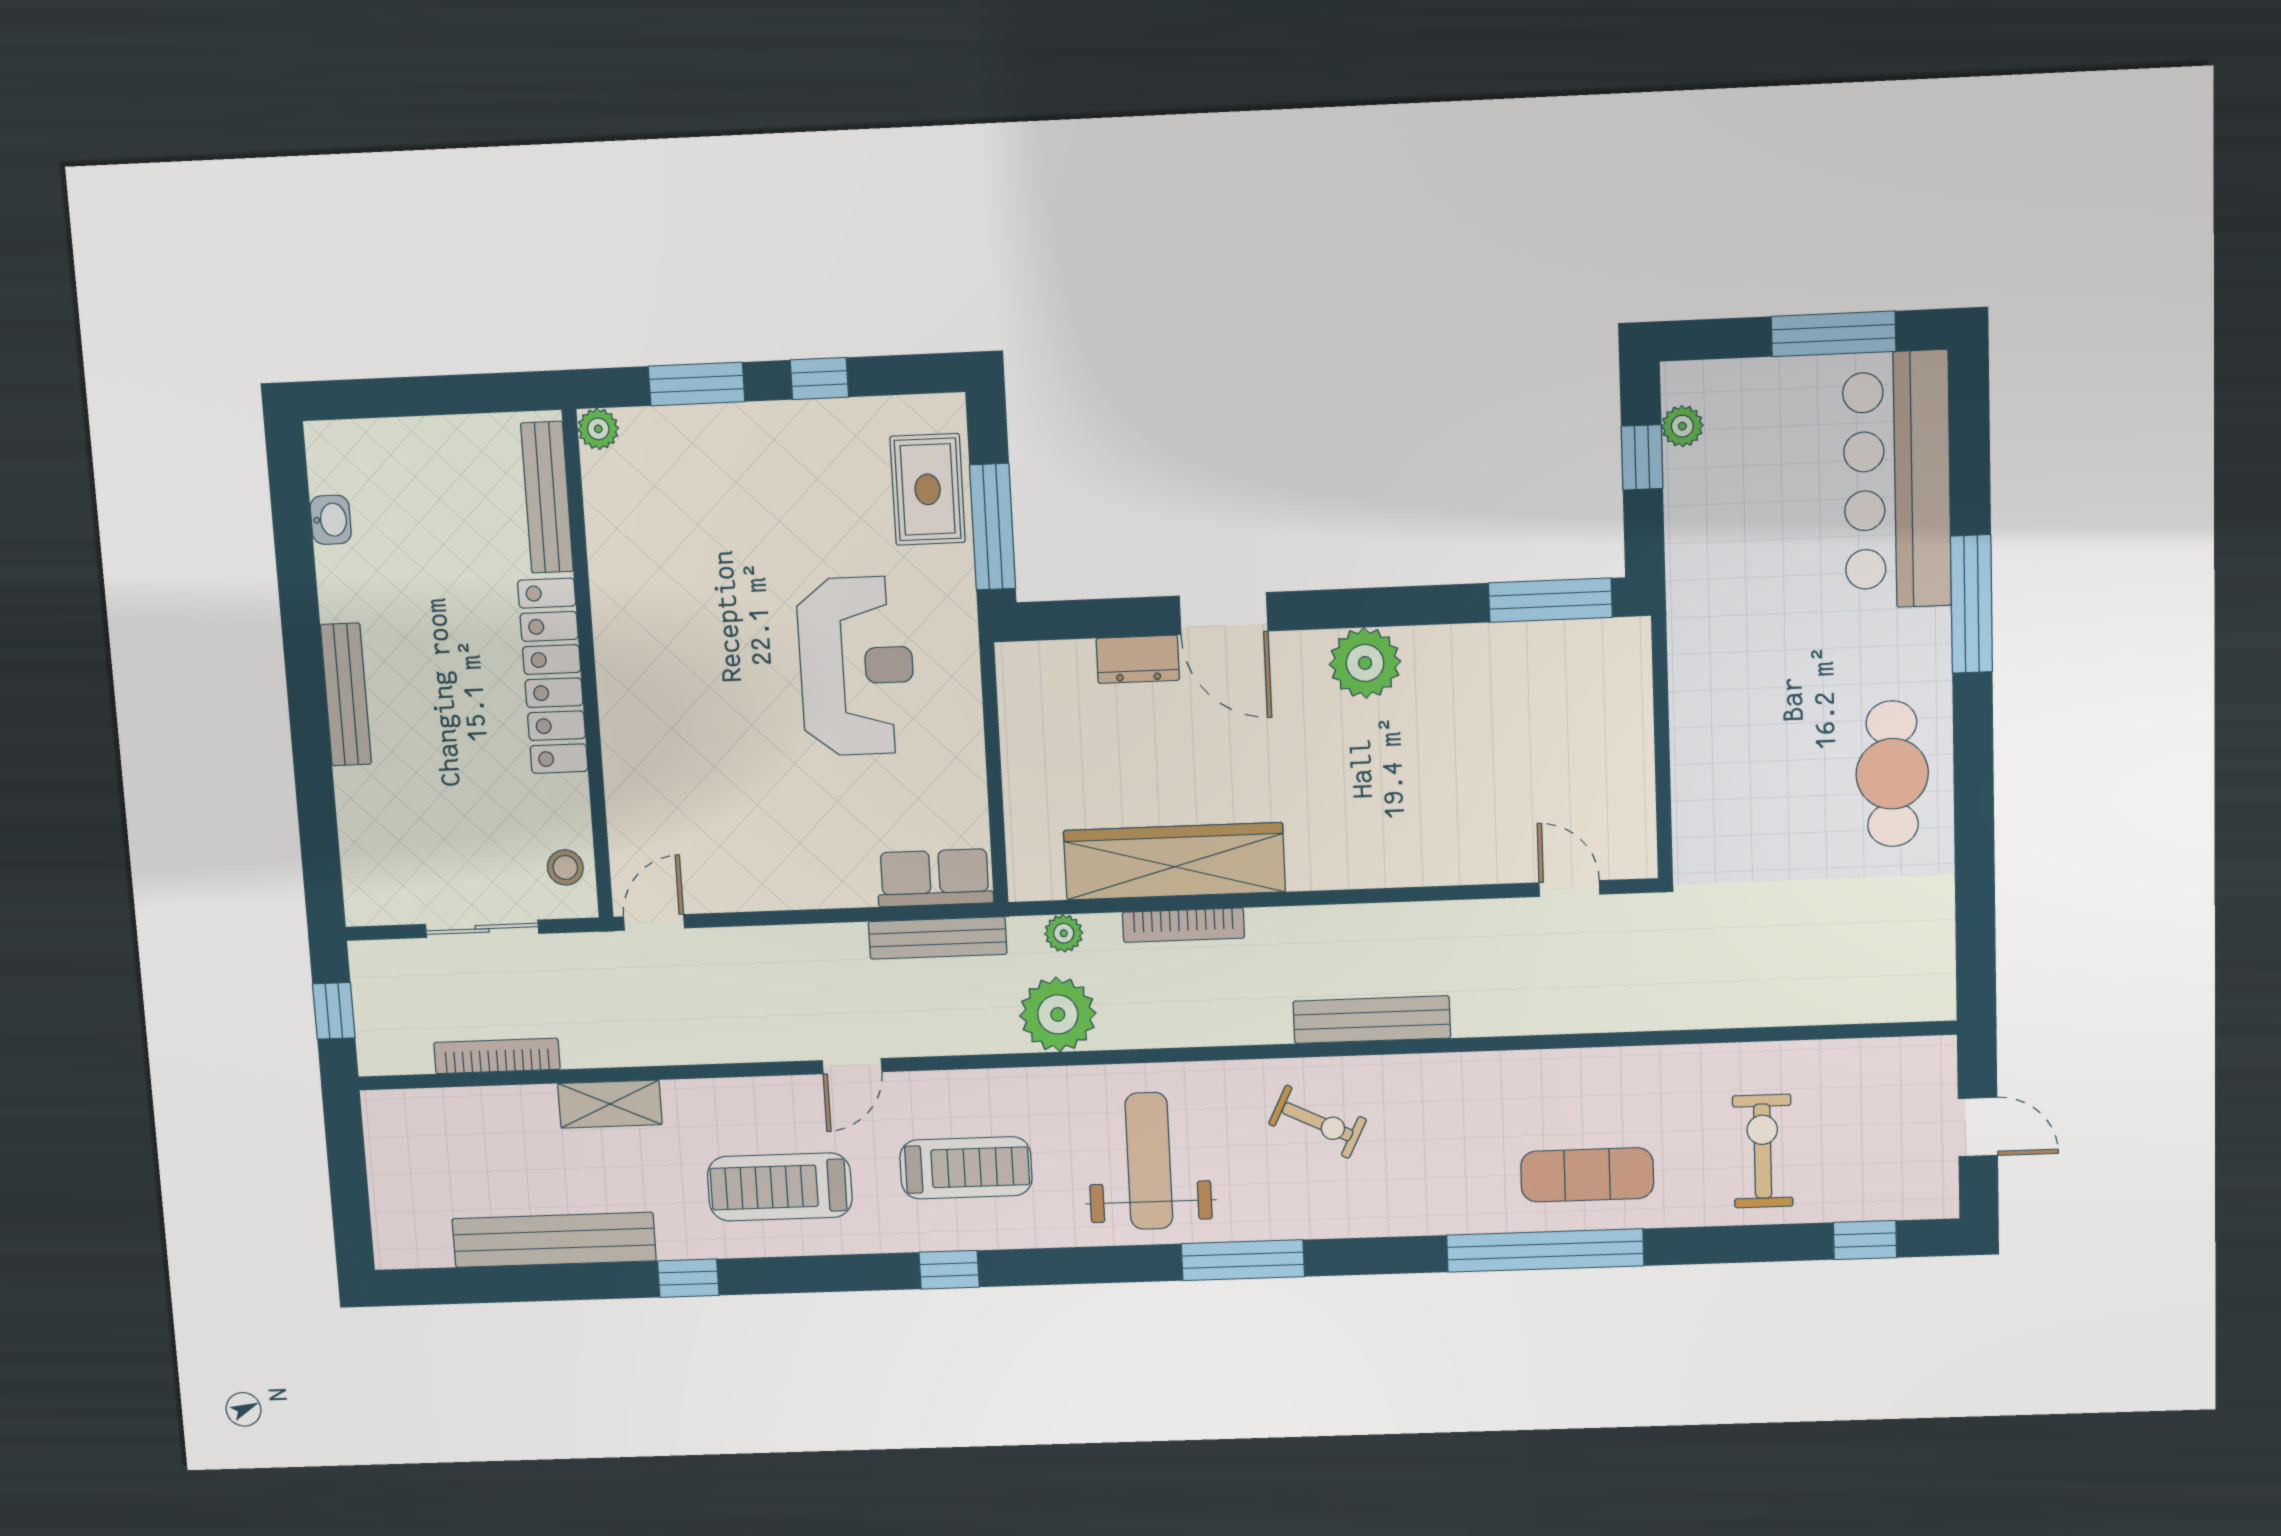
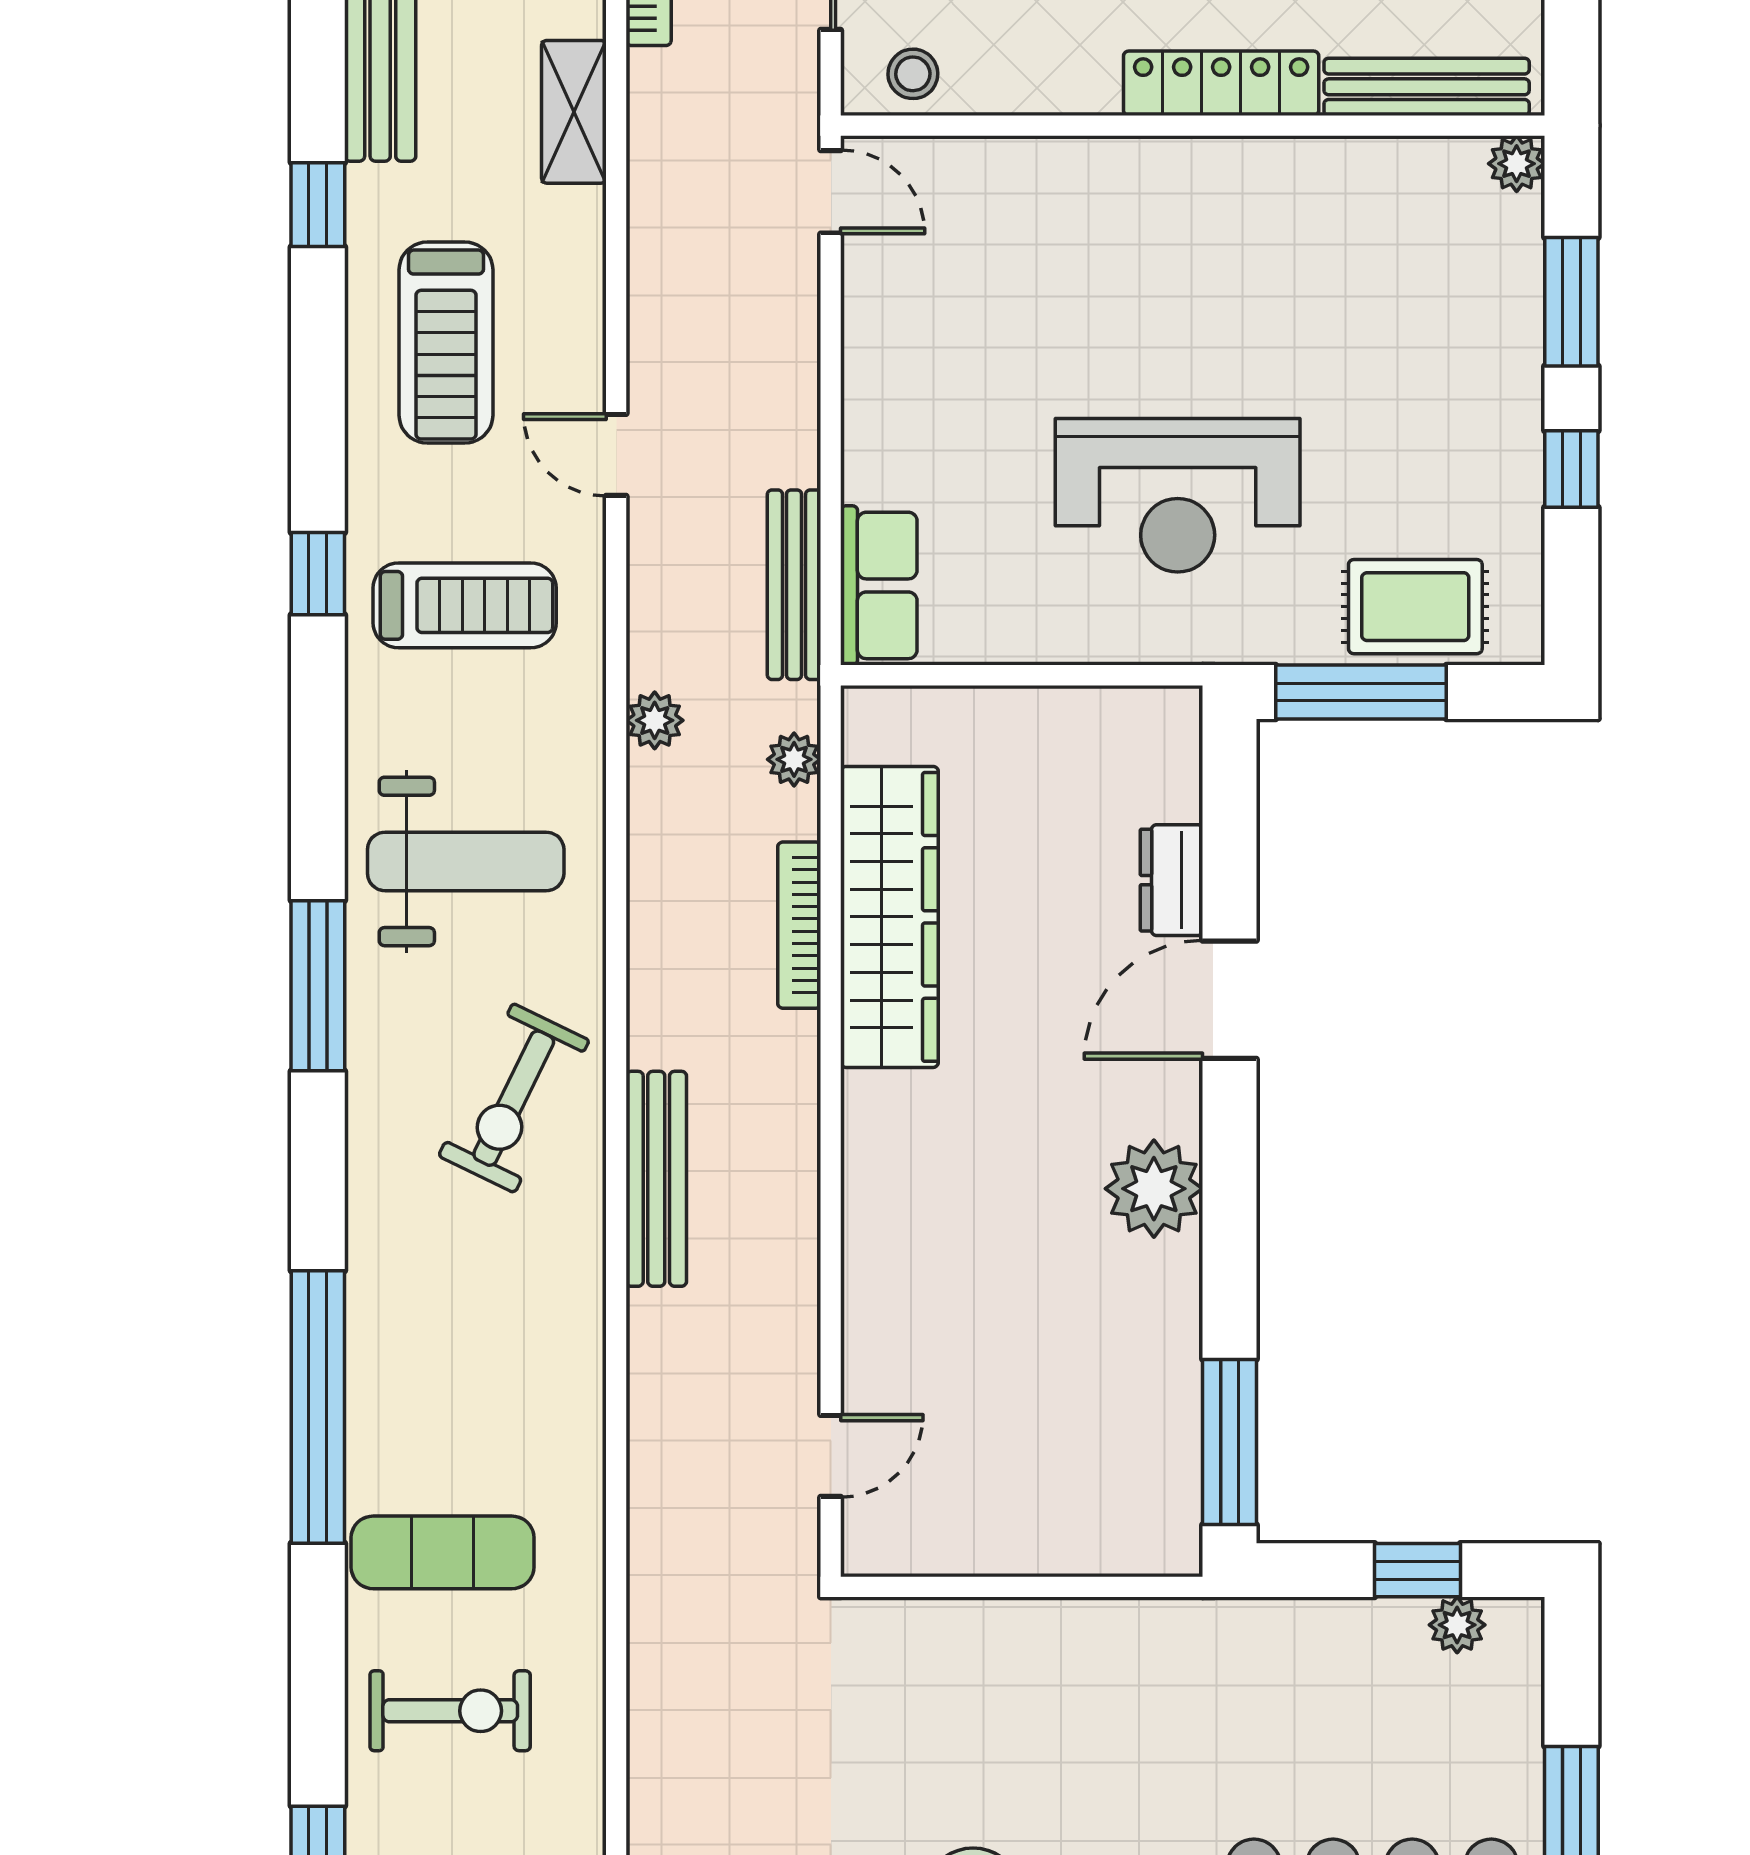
locker: (553, 676) -> (1221, 83), width x0.71, depth x0.83
plant: (1058, 1014) -> (655, 720), width x0.53, depth x0.53
exercise bike: (1318, 1122) -> (514, 1098), width x1.38, depth x1.39
treadmill: (966, 1168) -> (465, 605), turned -90
exercise mat: (1587, 1175) -> (443, 1552), moved, turned 90
treadmill: (780, 1187) -> (446, 343), turned 180

